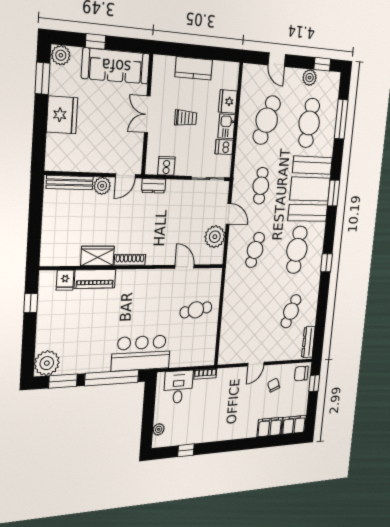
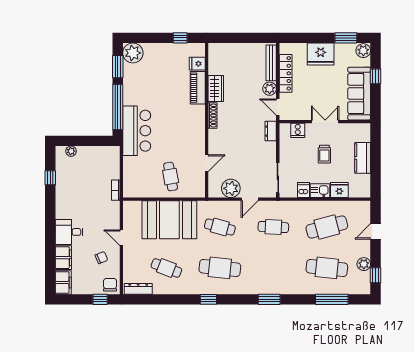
cafe table: (267, 120) -> (327, 227), turned -33
locker: (84, 164) -> (286, 73), added
cooker: (166, 166) -> (298, 130), moved, turned 90
booth: (310, 189) -> (169, 220), moved
desk: (178, 387) -> (69, 232), moved, turned 180

